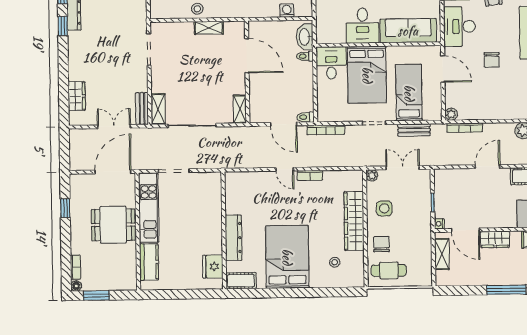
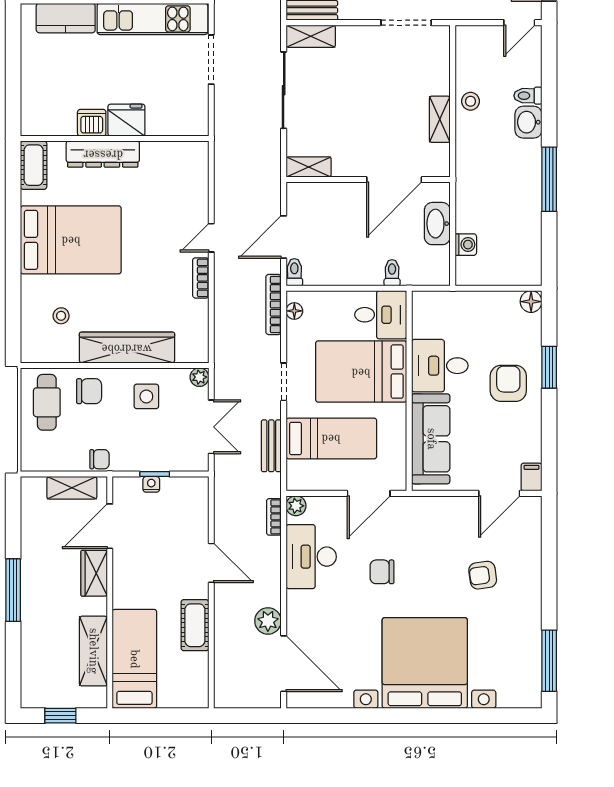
desk: (459, 26) -> (311, 557), moved, turned -90
washbasin: (305, 37) -> (437, 224), moved, turned -90
floor lamp: (330, 117) -> (294, 311), added
bookcase: (465, 128) -> (274, 517), width x0.64
nightstand: (439, 224) -> (151, 484), moved
chair: (424, 237) -> (99, 459), added
dishwasher: (214, 245) -> (92, 123), added
fridge: (213, 267) -> (126, 120), moved

